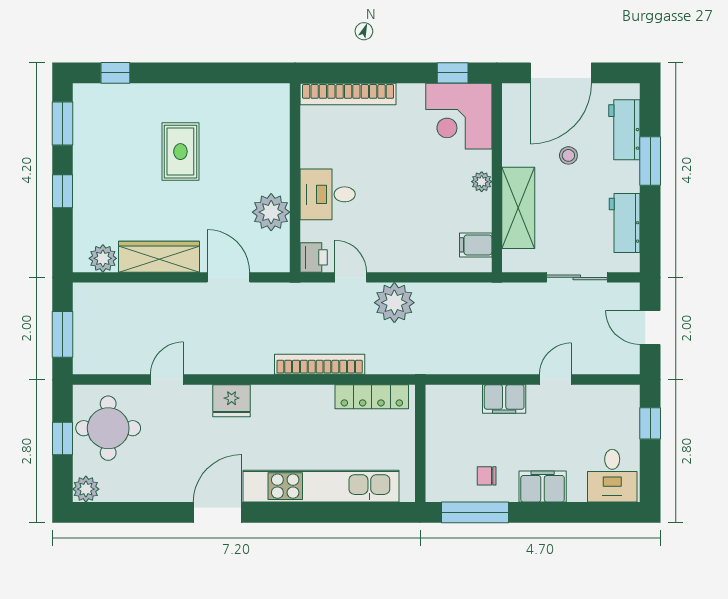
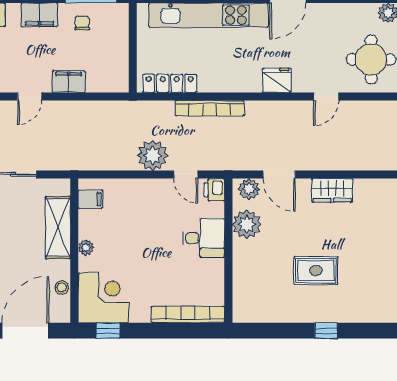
window: (115, 73) -> (326, 331), moved
rug: (180, 152) -> (316, 271), turned 90
stool: (568, 155) -> (62, 288), moved
wardrobe: (159, 257) -> (332, 190), width x0.67
plant: (103, 258) -> (249, 189), moved
chair: (487, 476) -> (82, 23), turned -90

